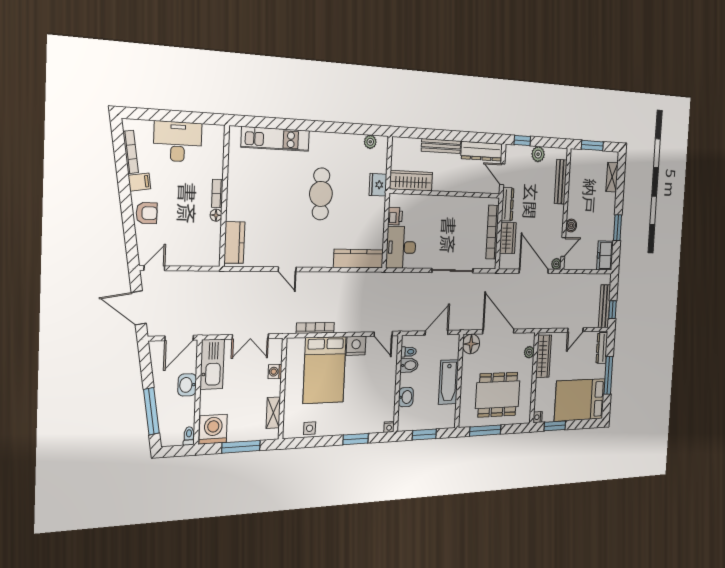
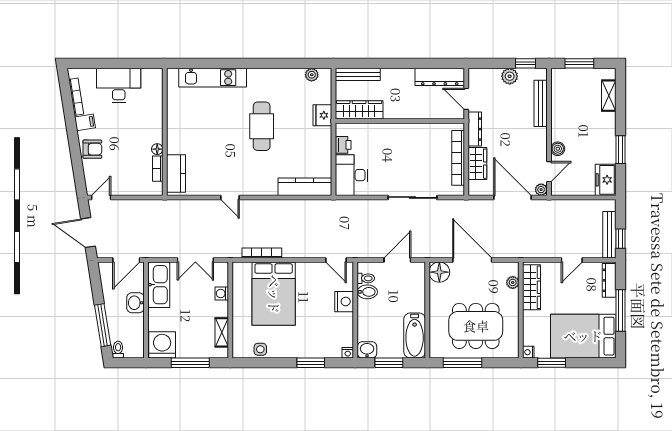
window: (522, 141) -> (526, 63), moved
bench: (441, 146) -> (358, 74), moved
bookcase: (217, 193) -> (158, 169), moved
nightstand: (356, 346) -> (344, 302), moved, turned 90
bathtub: (449, 382) -> (415, 335), moved
washbasin: (406, 397) -> (367, 350), moved, turned -90
toilet: (189, 436) -> (118, 350), moved

